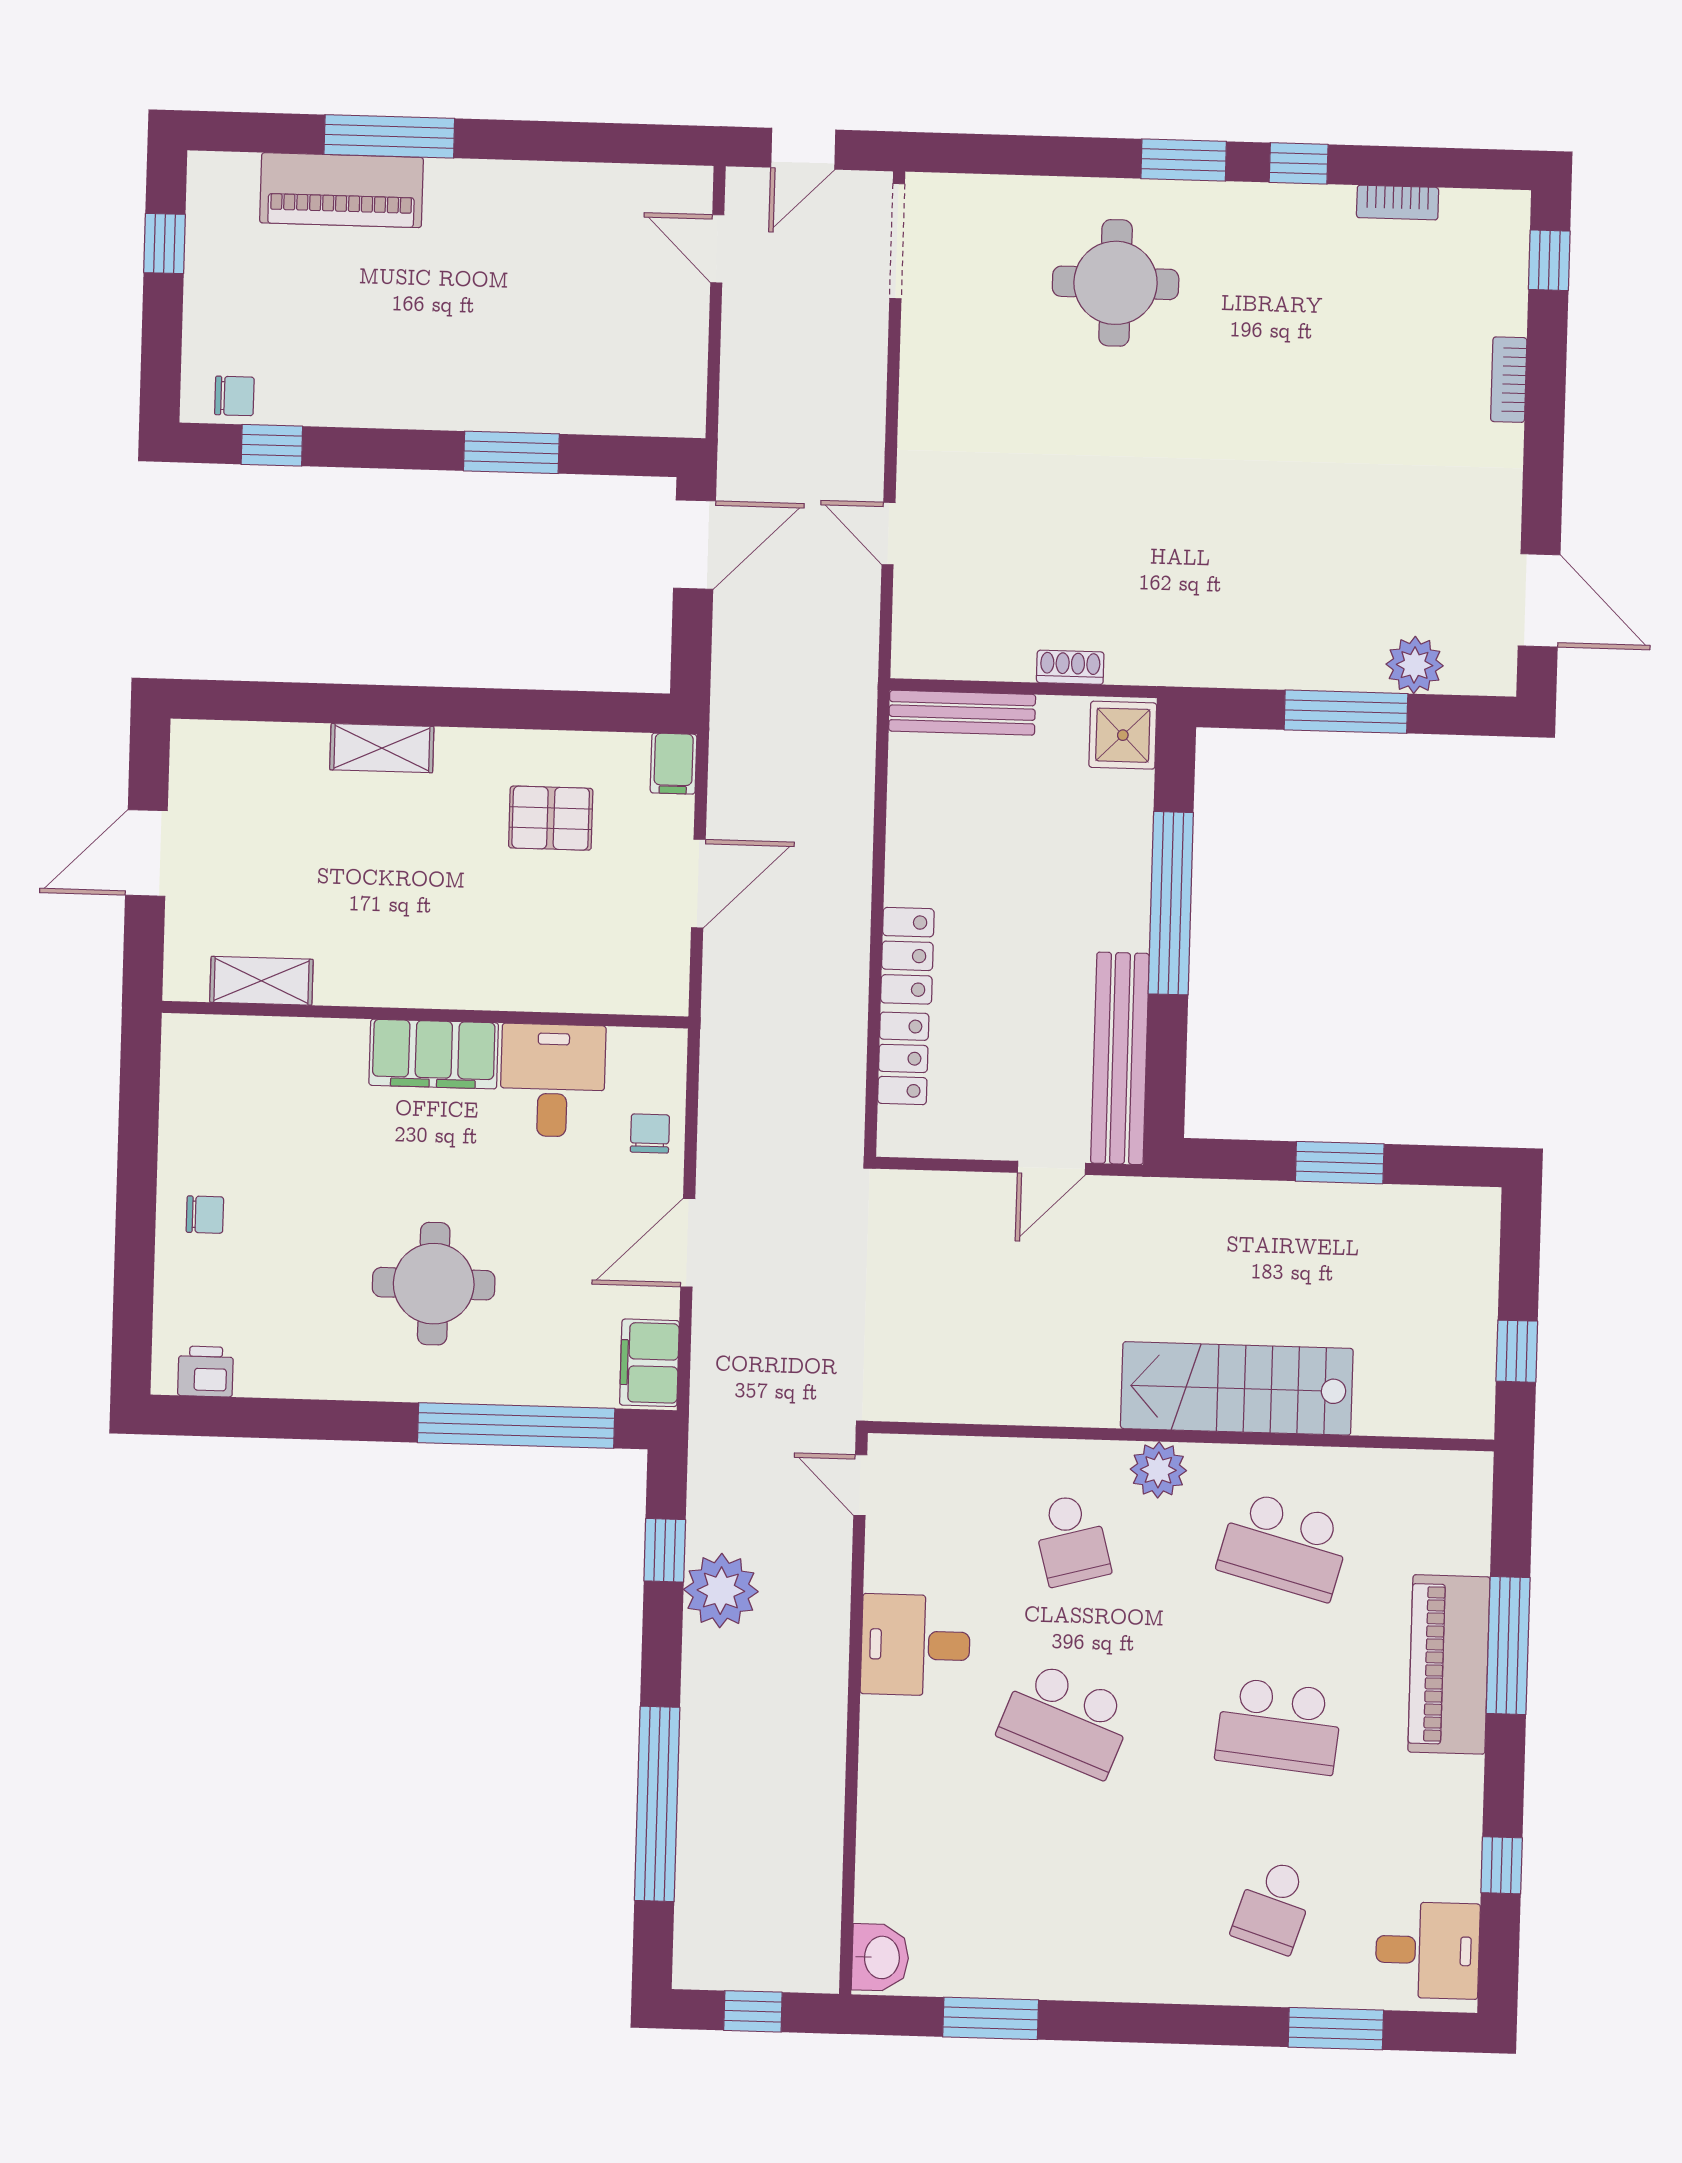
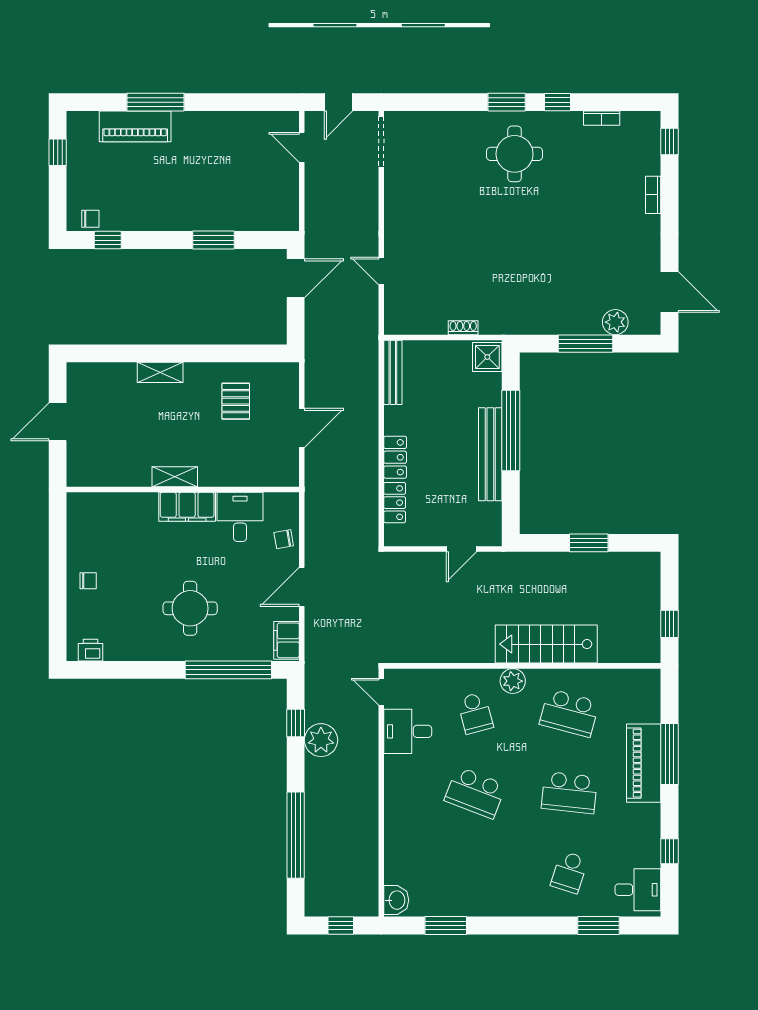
round table: (1116, 283) -> (515, 154), moved
bench: (962, 713) -> (393, 372), moved, turned 90
filing cabinet: (673, 764) -> (289, 375), removed
pallet: (551, 818) -> (236, 401), turned 90
shelving: (261, 981) -> (175, 477), moved
bench: (1120, 1058) -> (490, 454), moved
chair: (650, 1133) -> (284, 539), turned -100
desk: (915, 1645) -> (408, 731), moved

